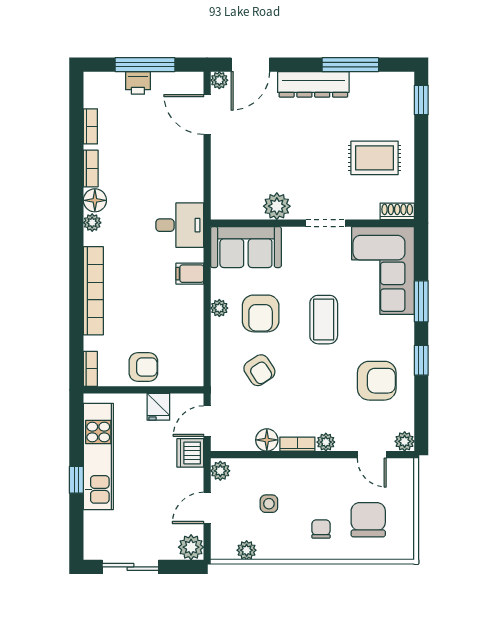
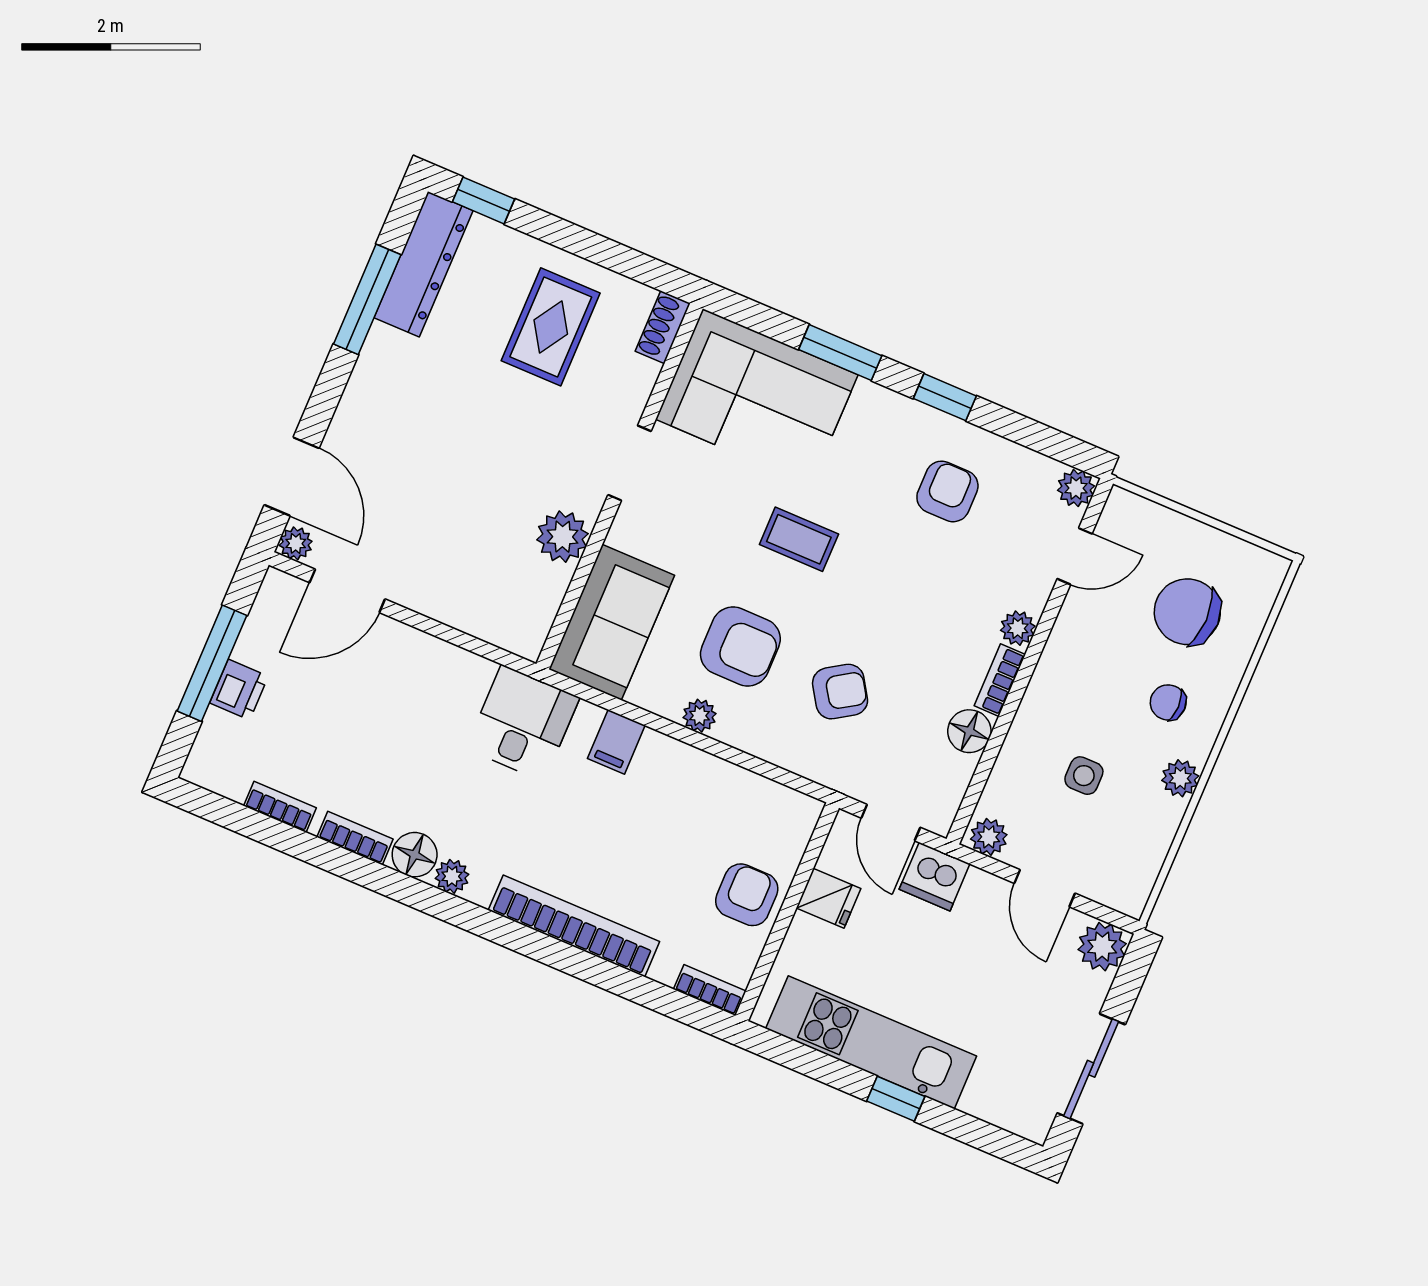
dresser: (313, 84) -> (423, 264), moved
coffee table: (324, 320) -> (799, 539), width x0.73, depth x0.77
armchair: (377, 381) -> (947, 491), width x0.72, depth x0.72
plant: (247, 550) -> (1180, 778), moved

